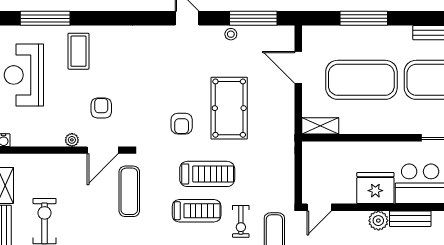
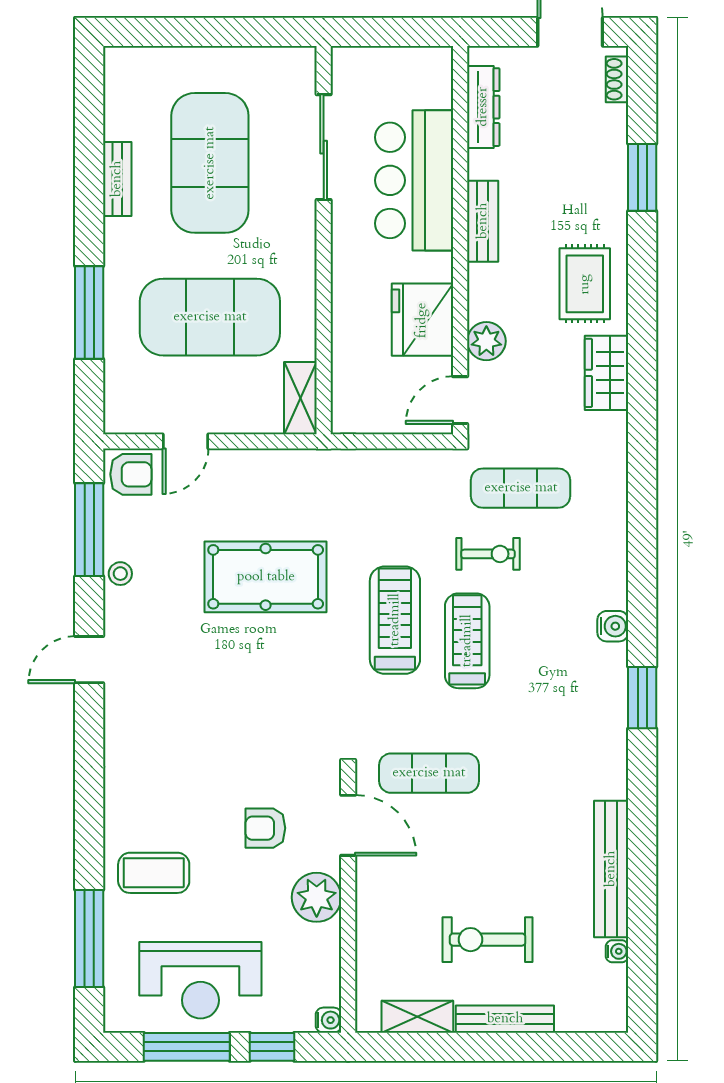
door: (298, 67) -> (185, 441), width x0.73
exercise mat: (361, 80) -> (210, 317), turned 90
armchair: (182, 124) -> (131, 474), moved
plant: (72, 140) -> (317, 897), width x1.87, depth x1.87
fridge: (375, 188) -> (422, 320), moved
door: (319, 207) -> (460, 400), swing flipped
plant: (378, 221) -> (486, 341), moved

